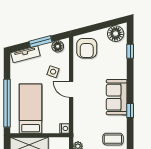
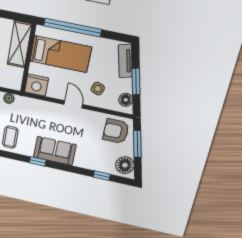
window: (94, 28) -> (137, 144), added
door: (71, 89) -> (73, 104), hinge flipped
nightstand: (65, 128) -> (37, 85), width x1.89, depth x1.79

